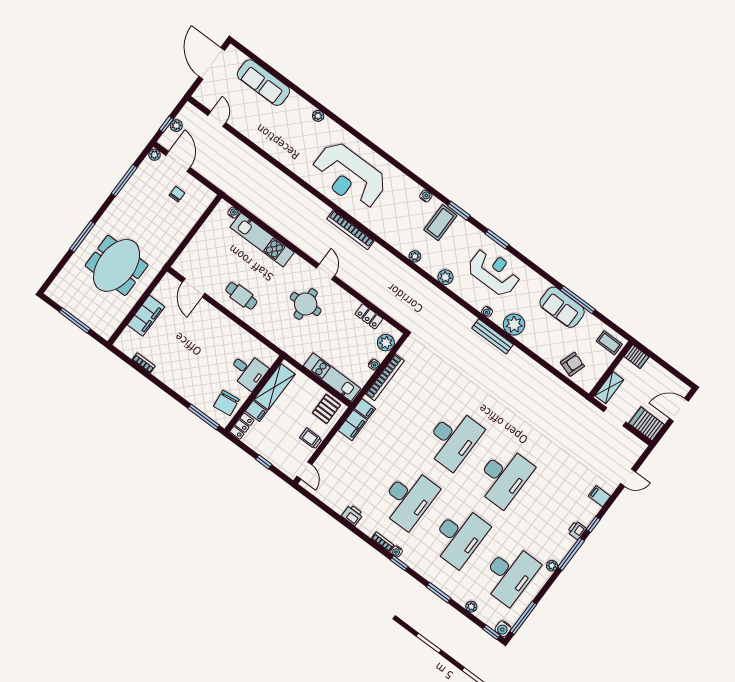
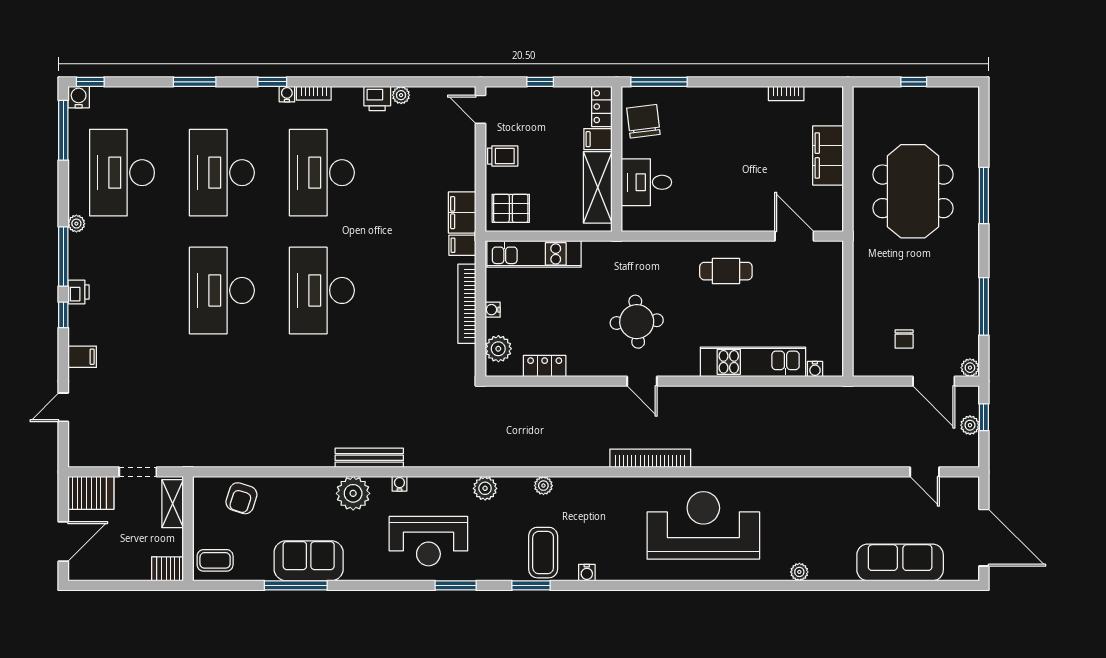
window: (75, 320) -> (914, 82), width x0.46
pallet: (326, 409) -> (511, 208), turned 90
plant: (471, 607) -> (401, 95), moved

